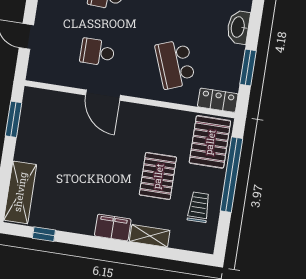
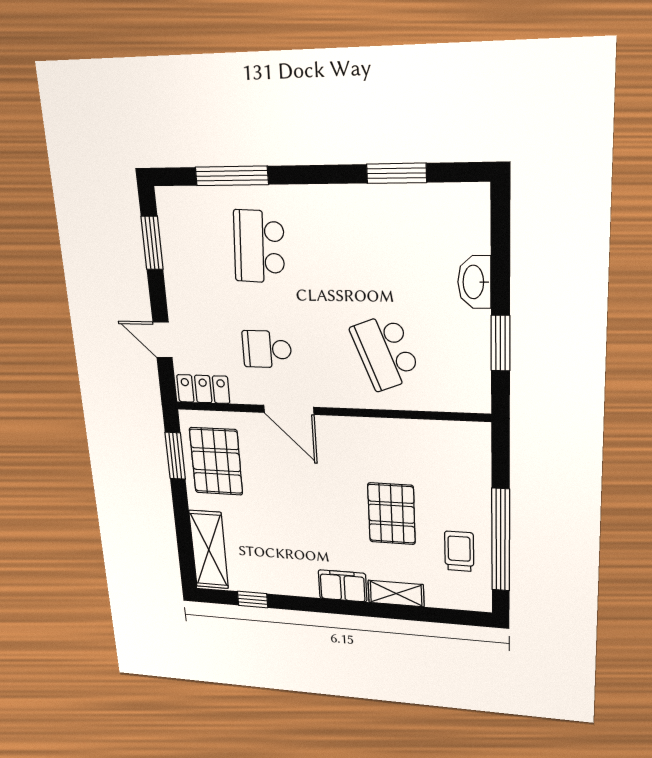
locker: (218, 100) -> (203, 389), moved
pallet: (210, 142) -> (216, 461), moved
window: (231, 175) -> (501, 540), moved

